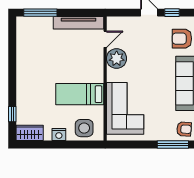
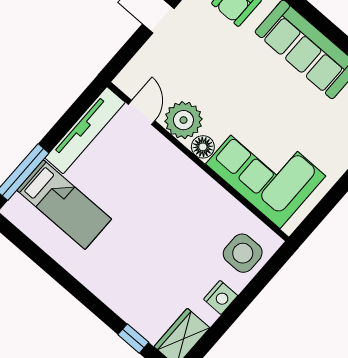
floor lamp: (113, 75) -> (203, 147), added
bed: (80, 94) -> (64, 205), moved, turned -90

